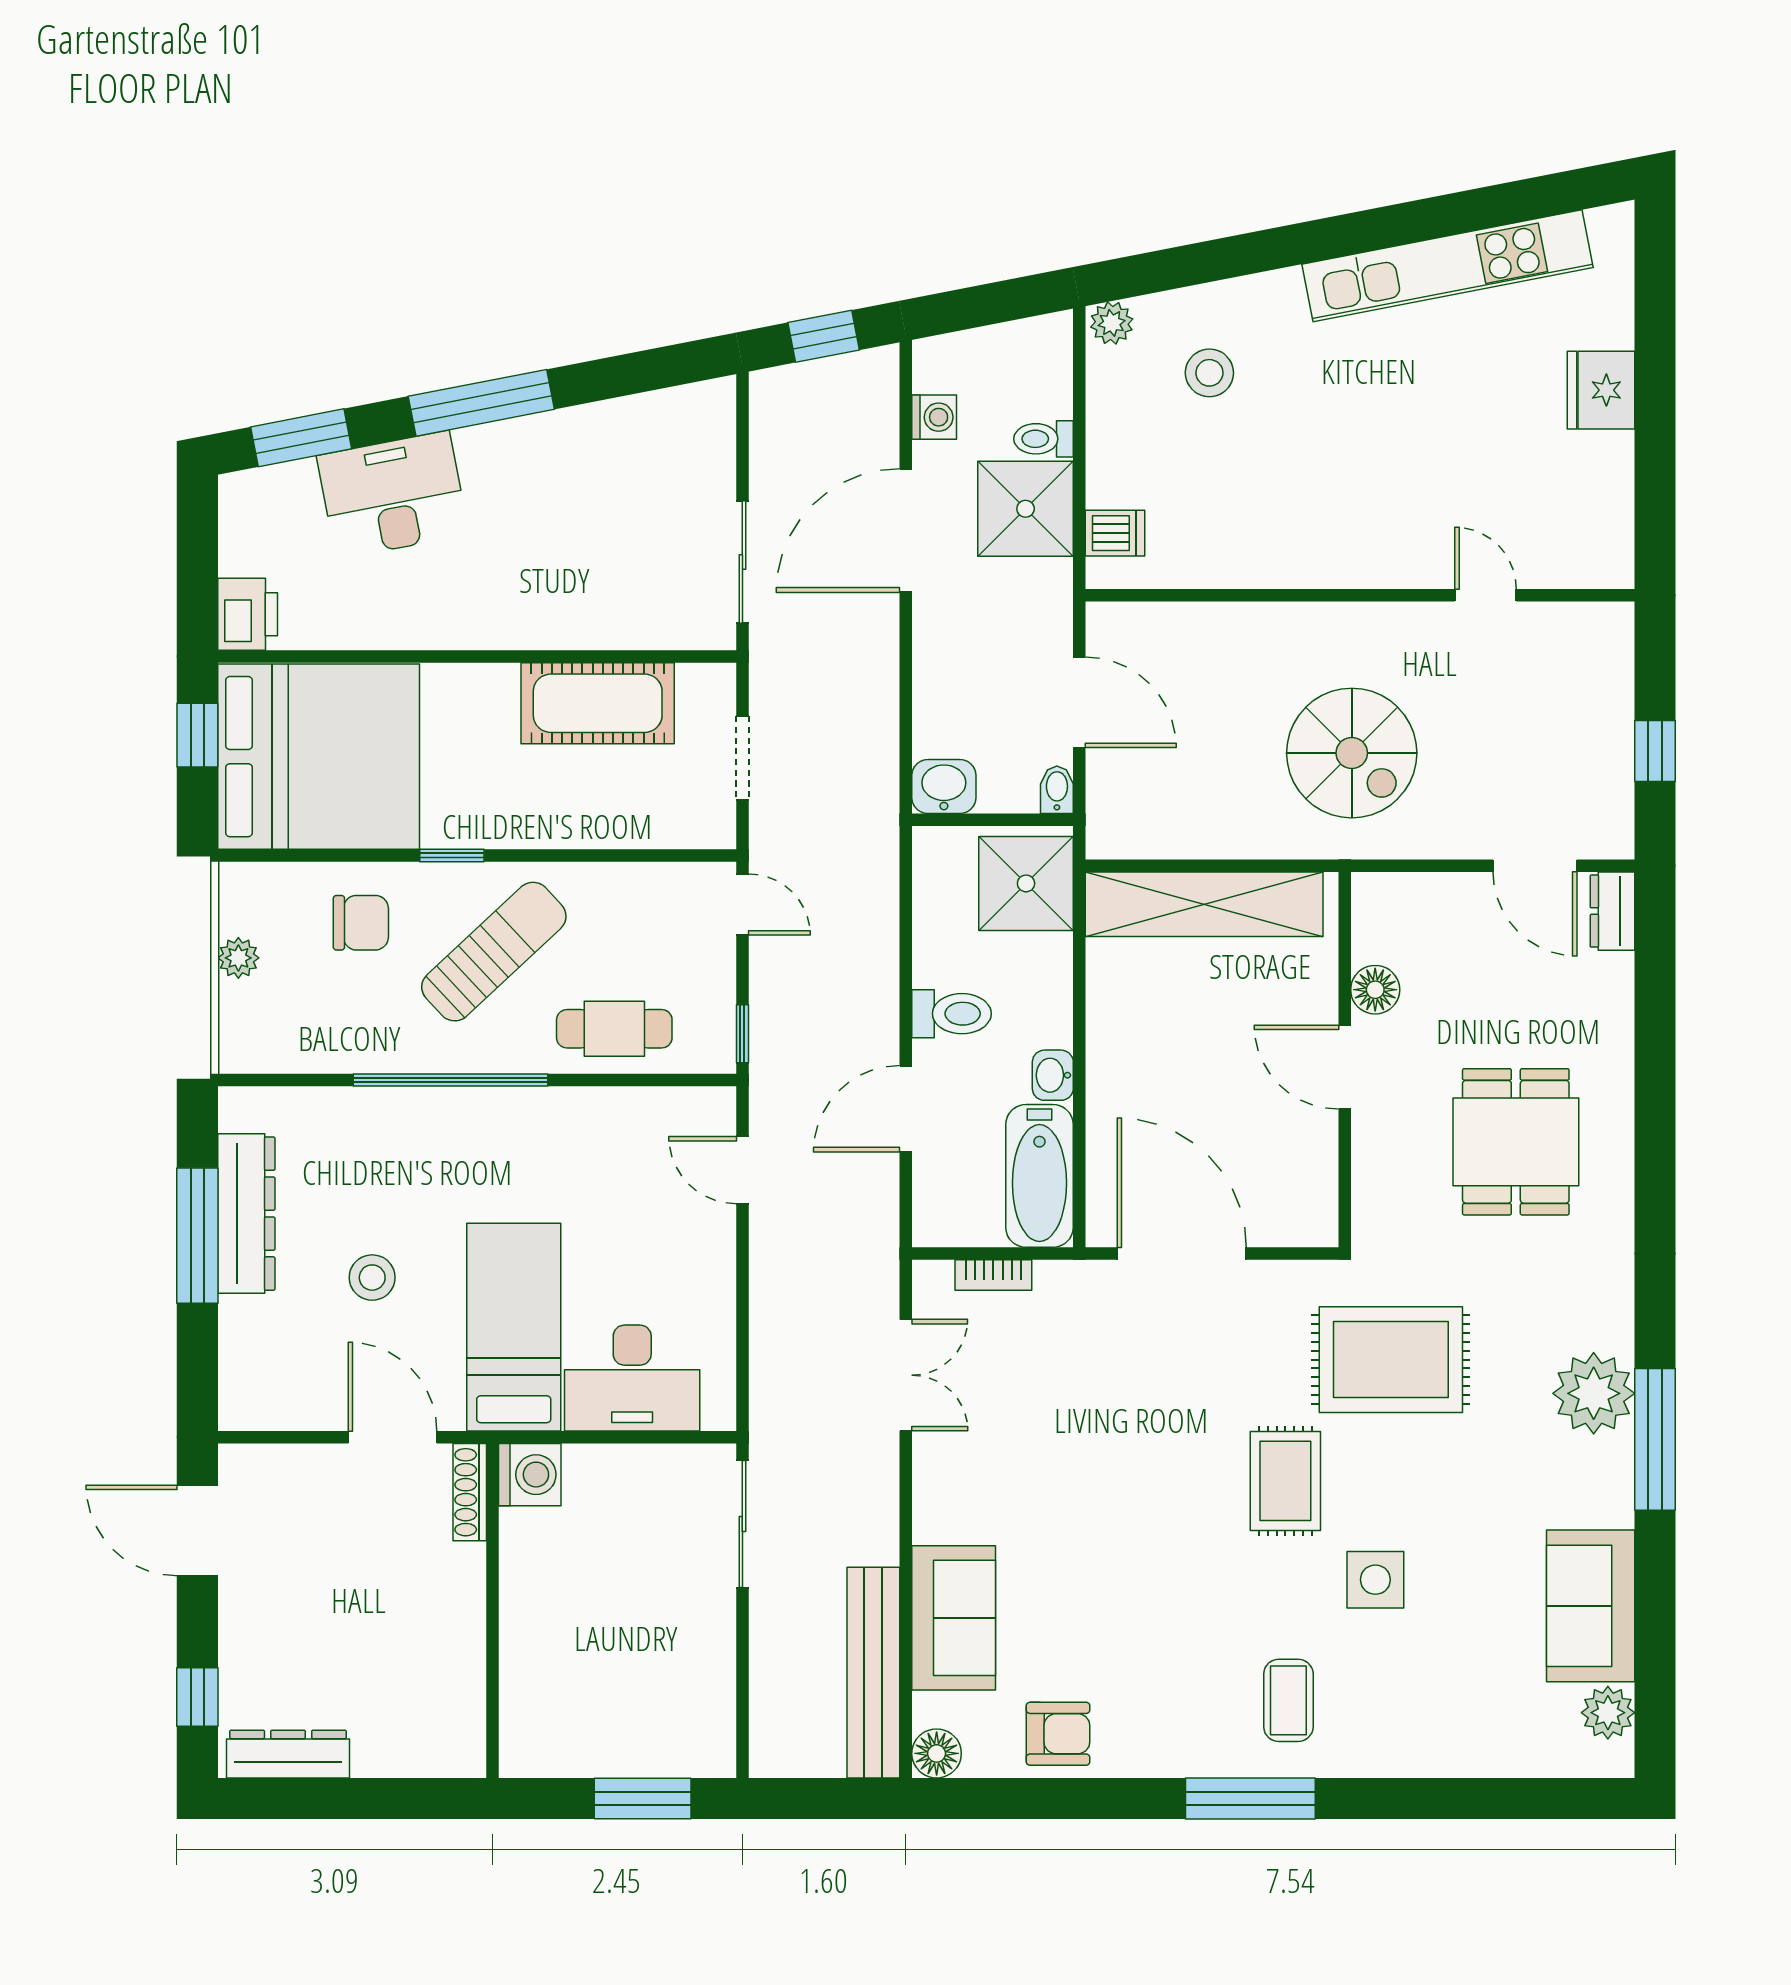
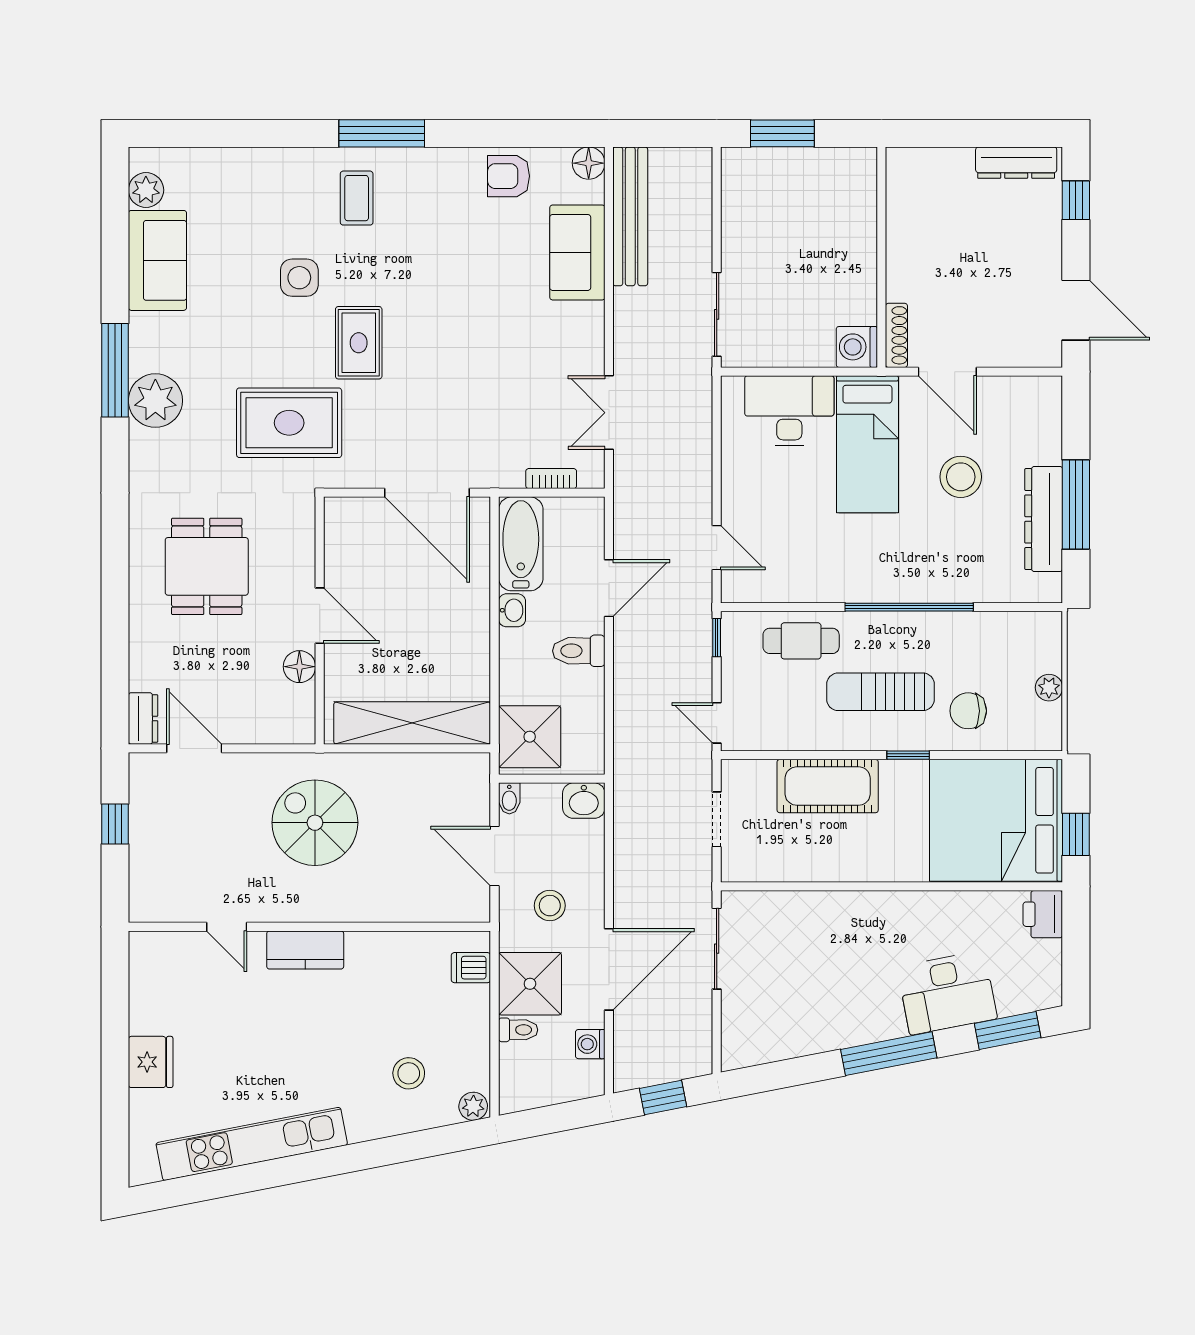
kitchen counter: (1366, 560) -> (305, 950), added
stool: (995, 627) -> (550, 906), added
cot: (598, 703) -> (828, 786), moved
sun lounger: (494, 952) -> (880, 692), turned 43
stool: (372, 1278) -> (961, 477), width x1.38, depth x1.38

